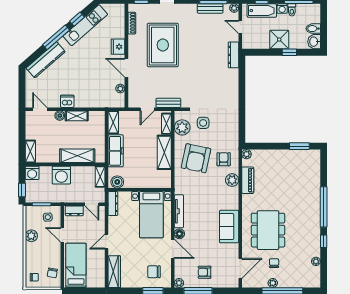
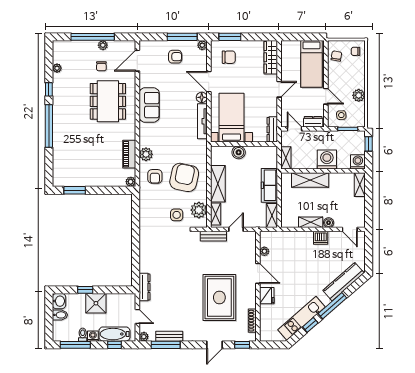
boiler: (117, 182) -> (239, 152), moved

